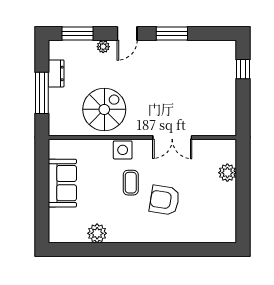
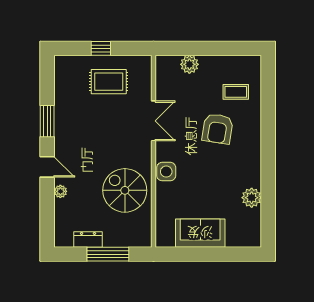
window: (77, 34) -> (47, 218), removed
window: (243, 69) -> (101, 48), moved
rug: (211, 94) -> (109, 82), added
coffee table: (131, 183) -> (236, 92), moved

